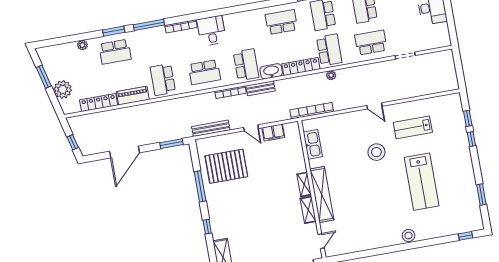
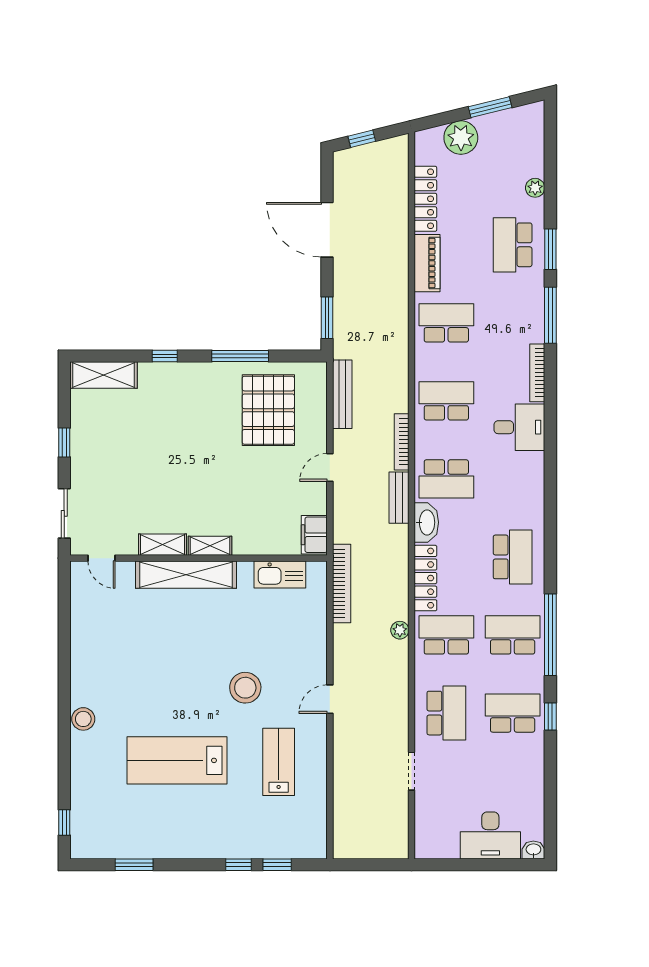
school desk: (329, 50) -> (446, 635), turned 180
school desk: (204, 72) -> (446, 401), turned 90
filing cabinet: (273, 133) -> (314, 535), moved

